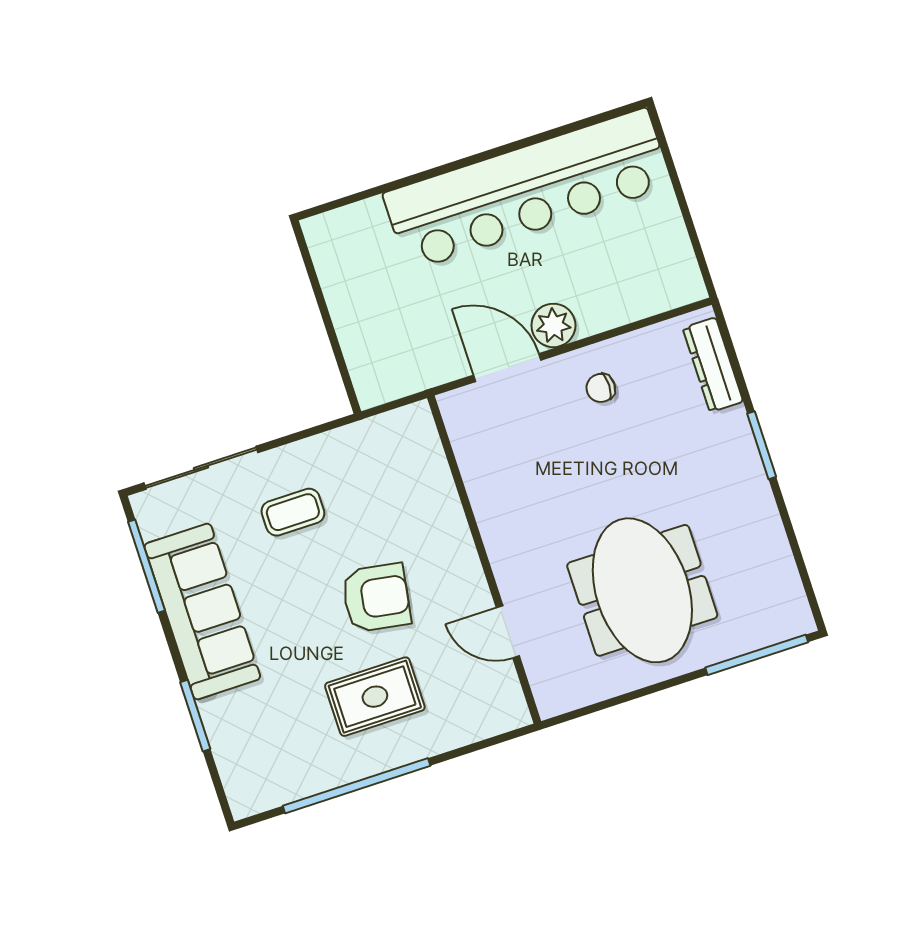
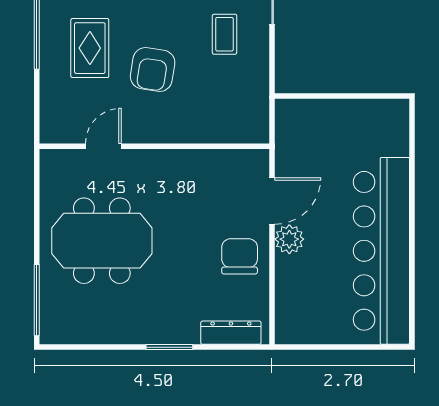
chair: (601, 388) -> (240, 256), width x1.87, depth x1.87

